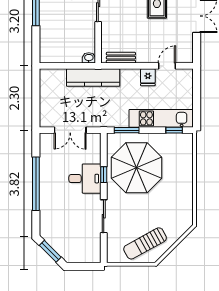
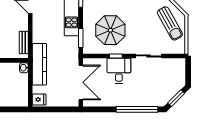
fridge: (148, 77) -> (39, 100), moved
double door: (70, 130) -> (81, 82), width x1.37
parasol: (136, 168) -> (110, 30), width x0.73, depth x0.73
window: (36, 184) -> (137, 109), moved

